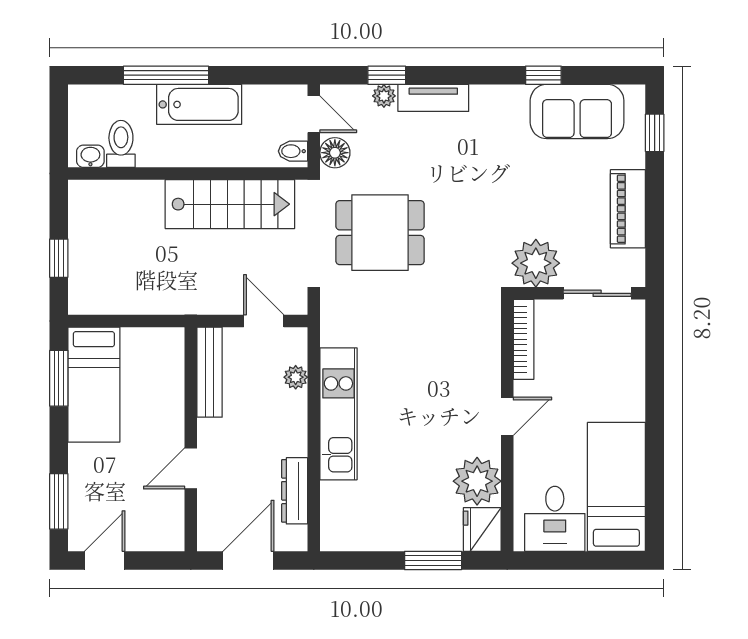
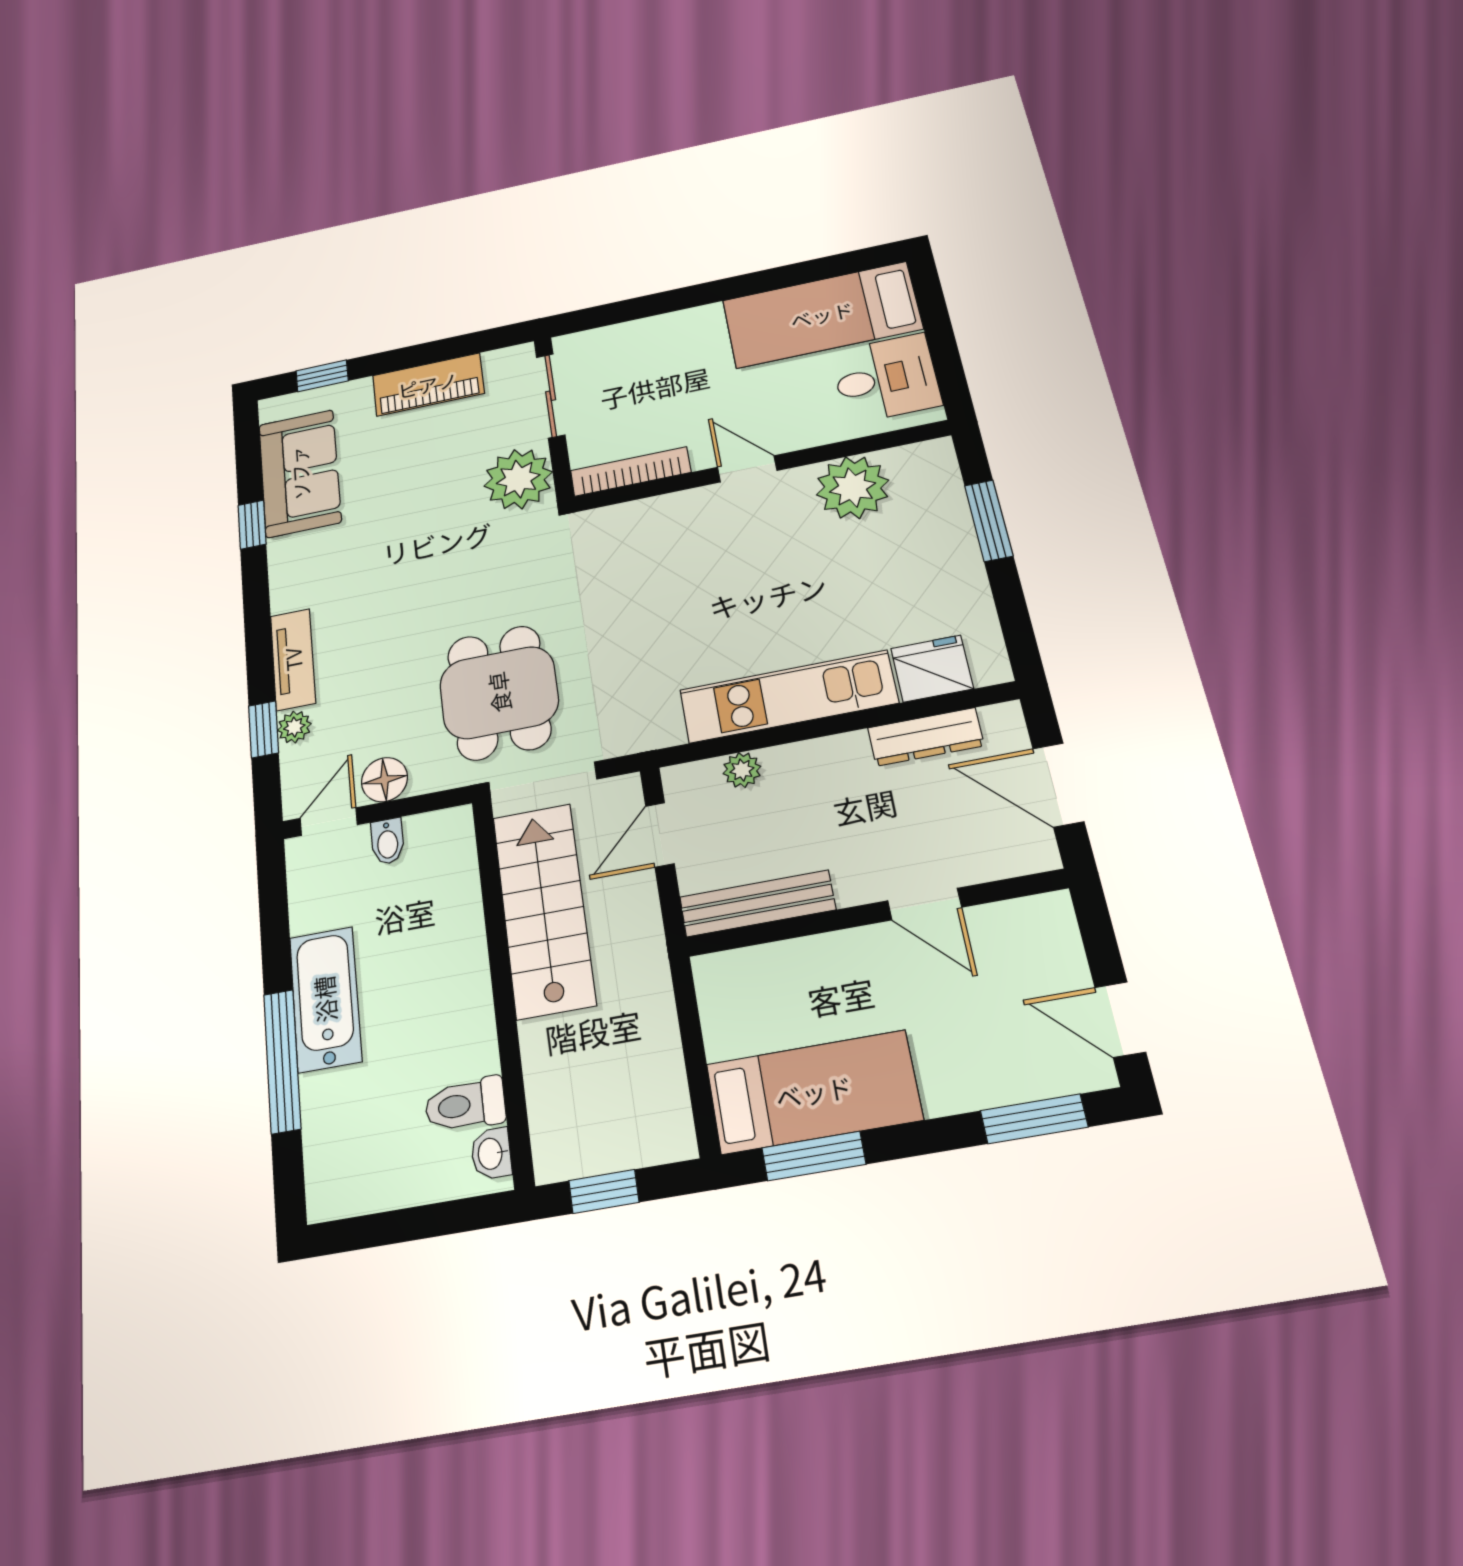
toilet: (121, 144) -> (465, 1105), moved
washbasin: (90, 156) -> (491, 1154), moved
wall: (188, 174) -> (502, 986), moved
stairs: (230, 204) -> (544, 910), moved
fridge: (482, 529) -> (932, 669), moved, turned 180

